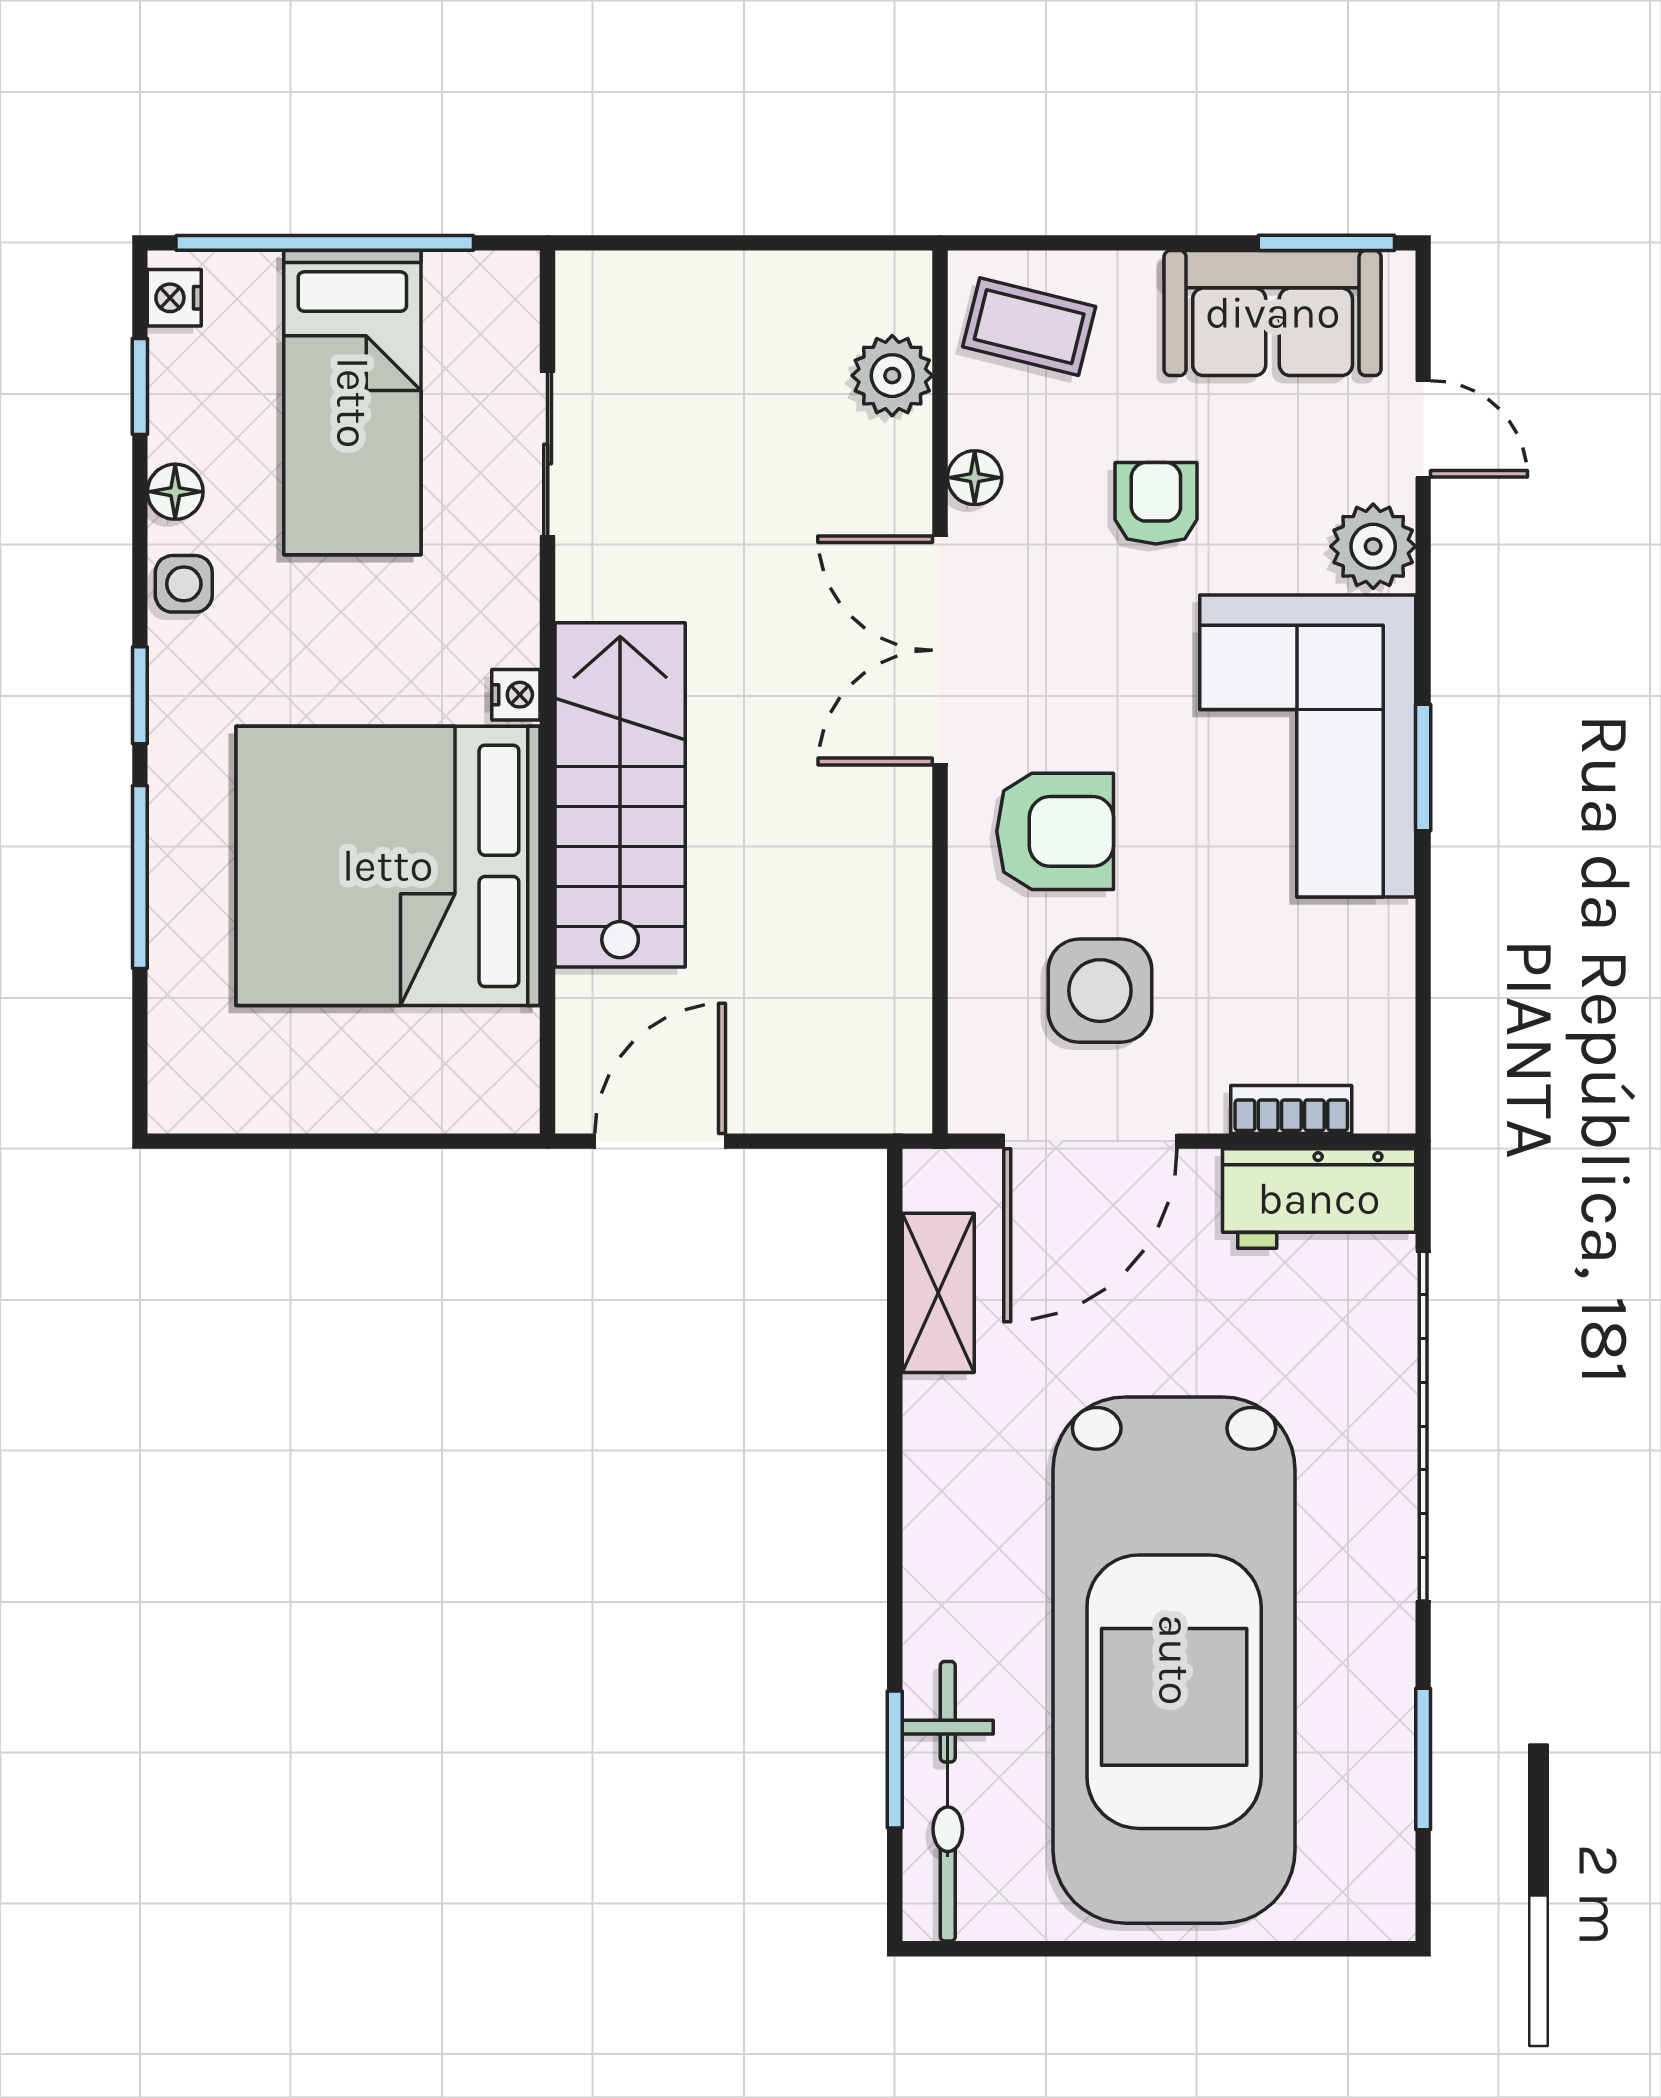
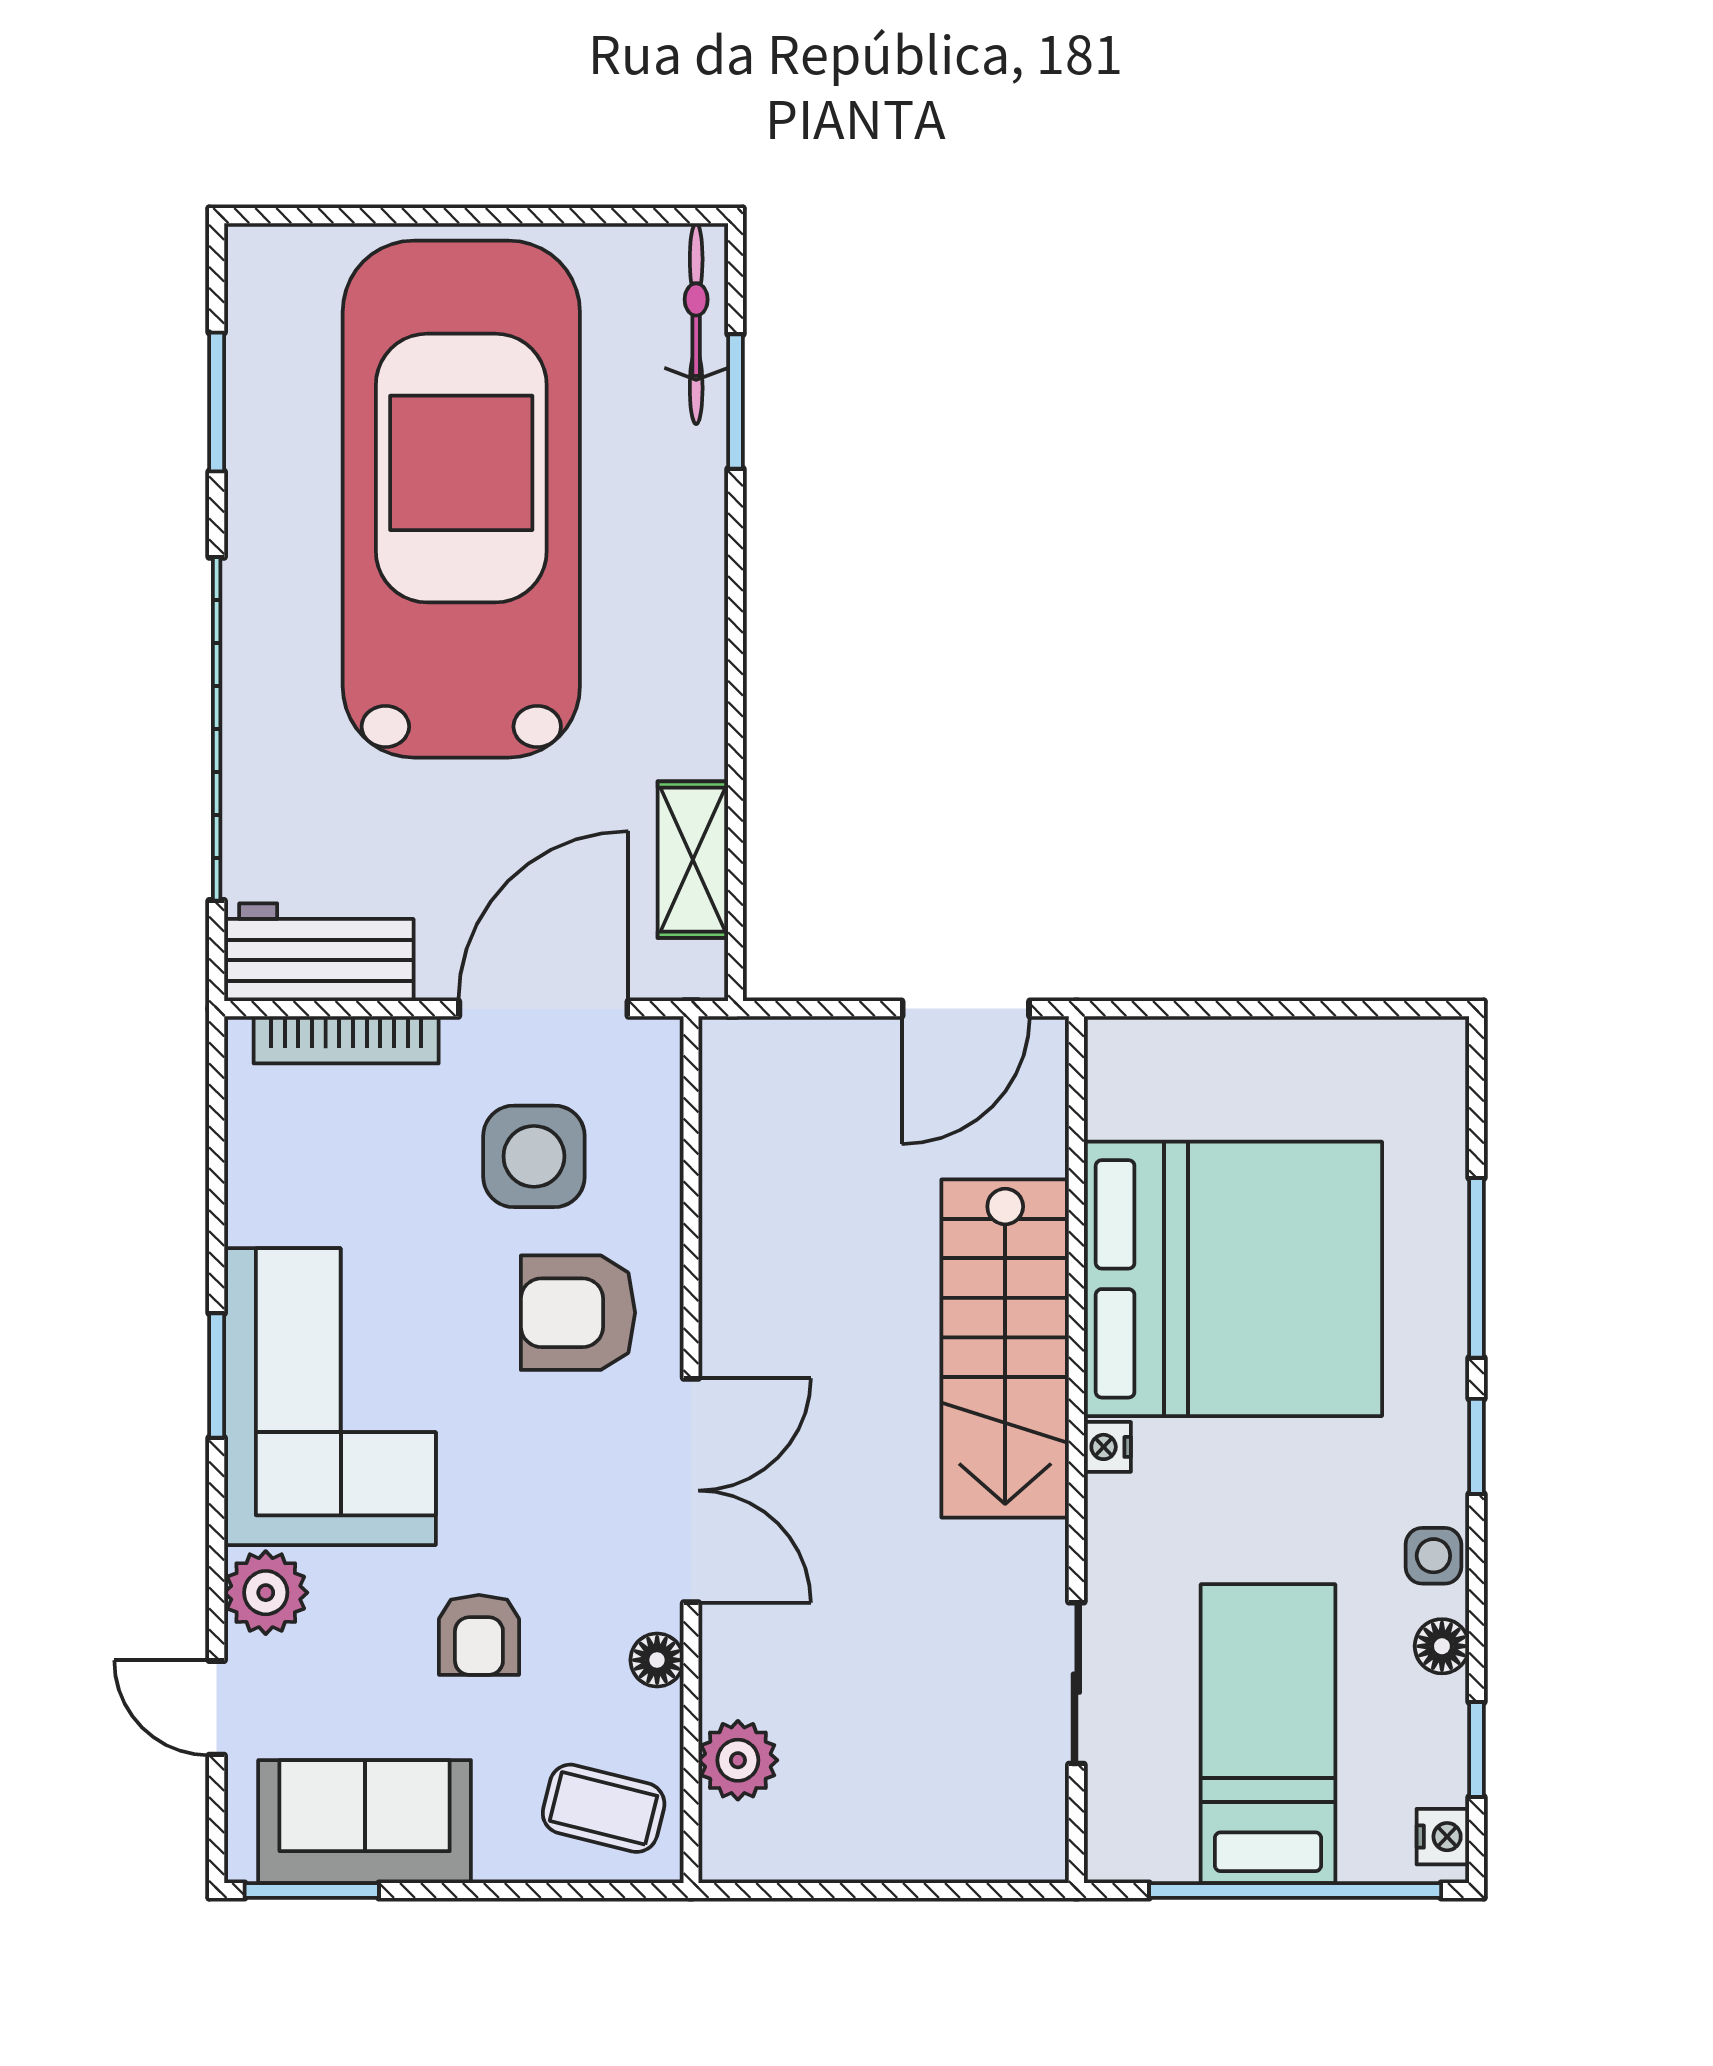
bookcase: (1291, 1109) -> (346, 1040), width x1.56
bicycle: (948, 1801) -> (696, 324), width x0.73, depth x0.71

